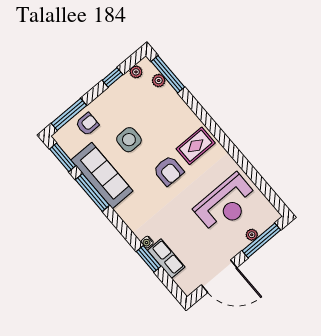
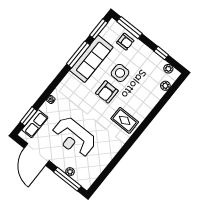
window: (168, 74) -> (171, 91), removed
armchair: (169, 171) -> (107, 92), moved
reception desk: (226, 204) -> (74, 137), moved
window: (149, 259) -> (28, 116), moved
row of seats: (166, 259) -> (35, 124), moved

